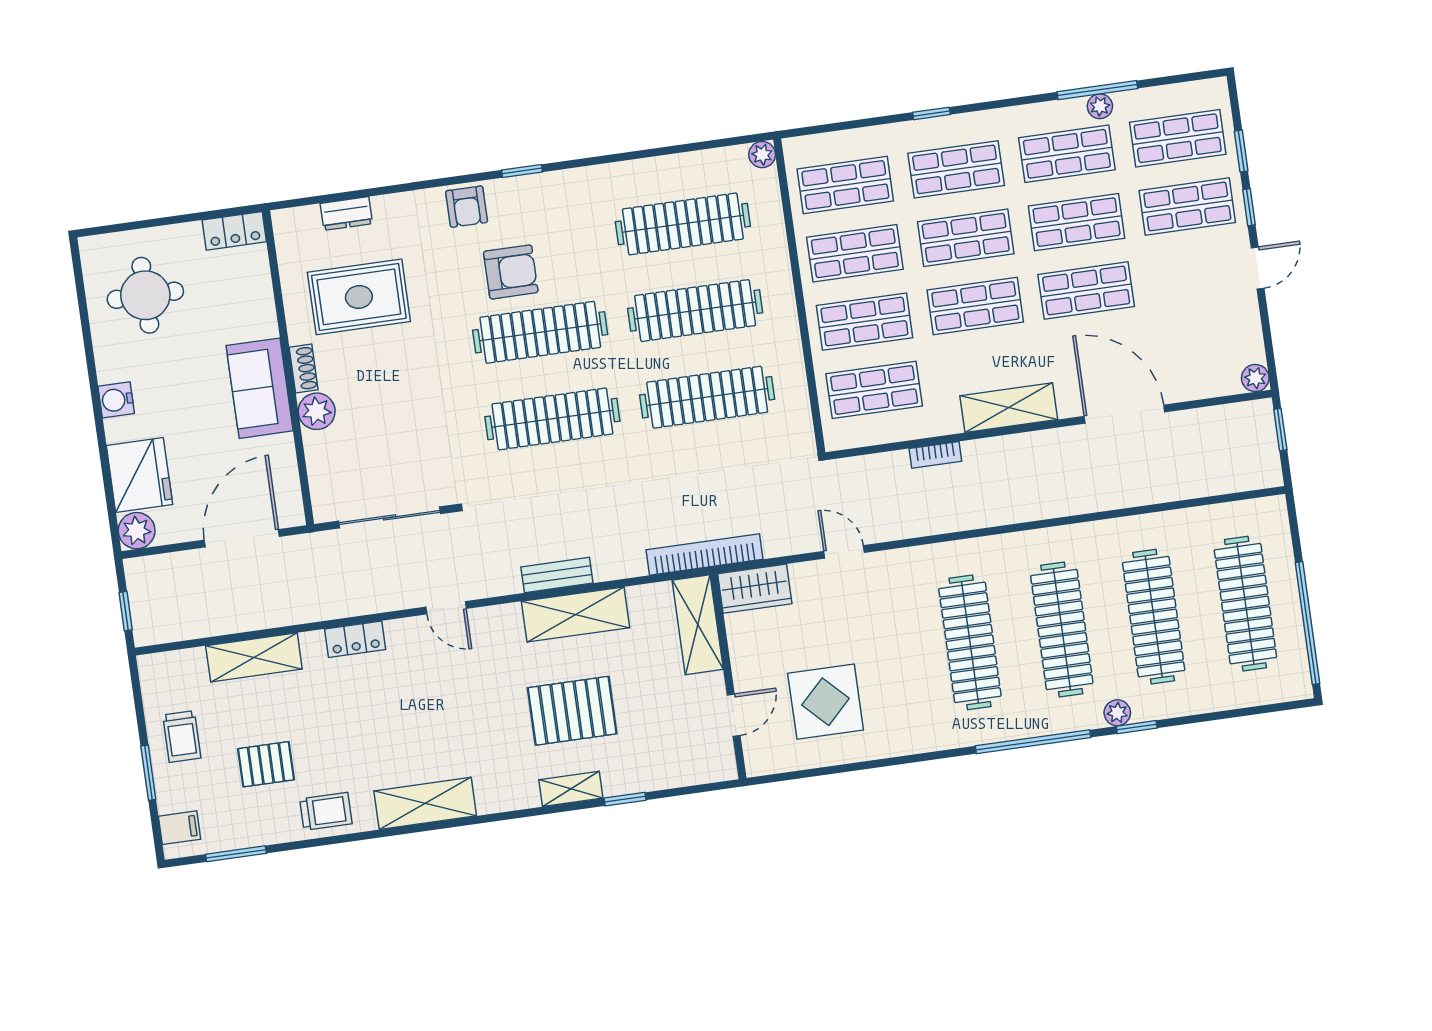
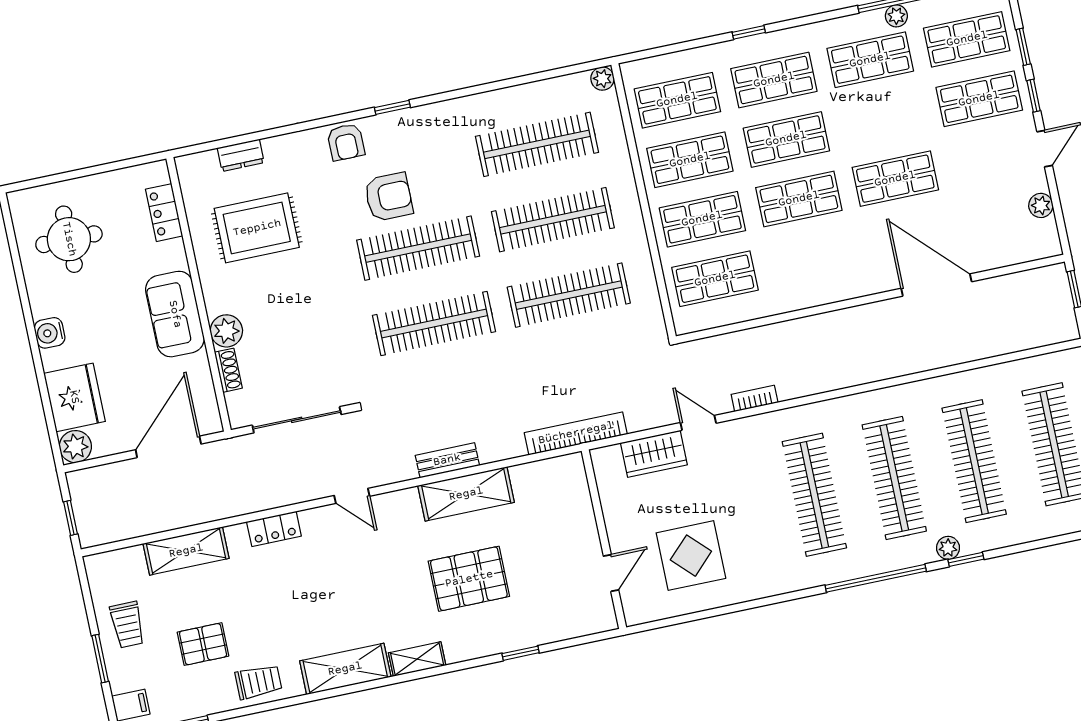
shop shelf: (1077, 222) -> (883, 119), removed
locker: (234, 231) -> (164, 213), moved, turned 90
shoe rack: (304, 369) -> (228, 370), moved
plant: (1255, 378) -> (1041, 205), moved
shelving: (1009, 408) -> (834, 286), removed
bookcase: (935, 455) -> (755, 398), moved, turned 180
wardrobe: (755, 589) -> (654, 454), moved
shelving: (698, 625) -> (574, 496), removed
shelving: (571, 789) -> (417, 659), moved

